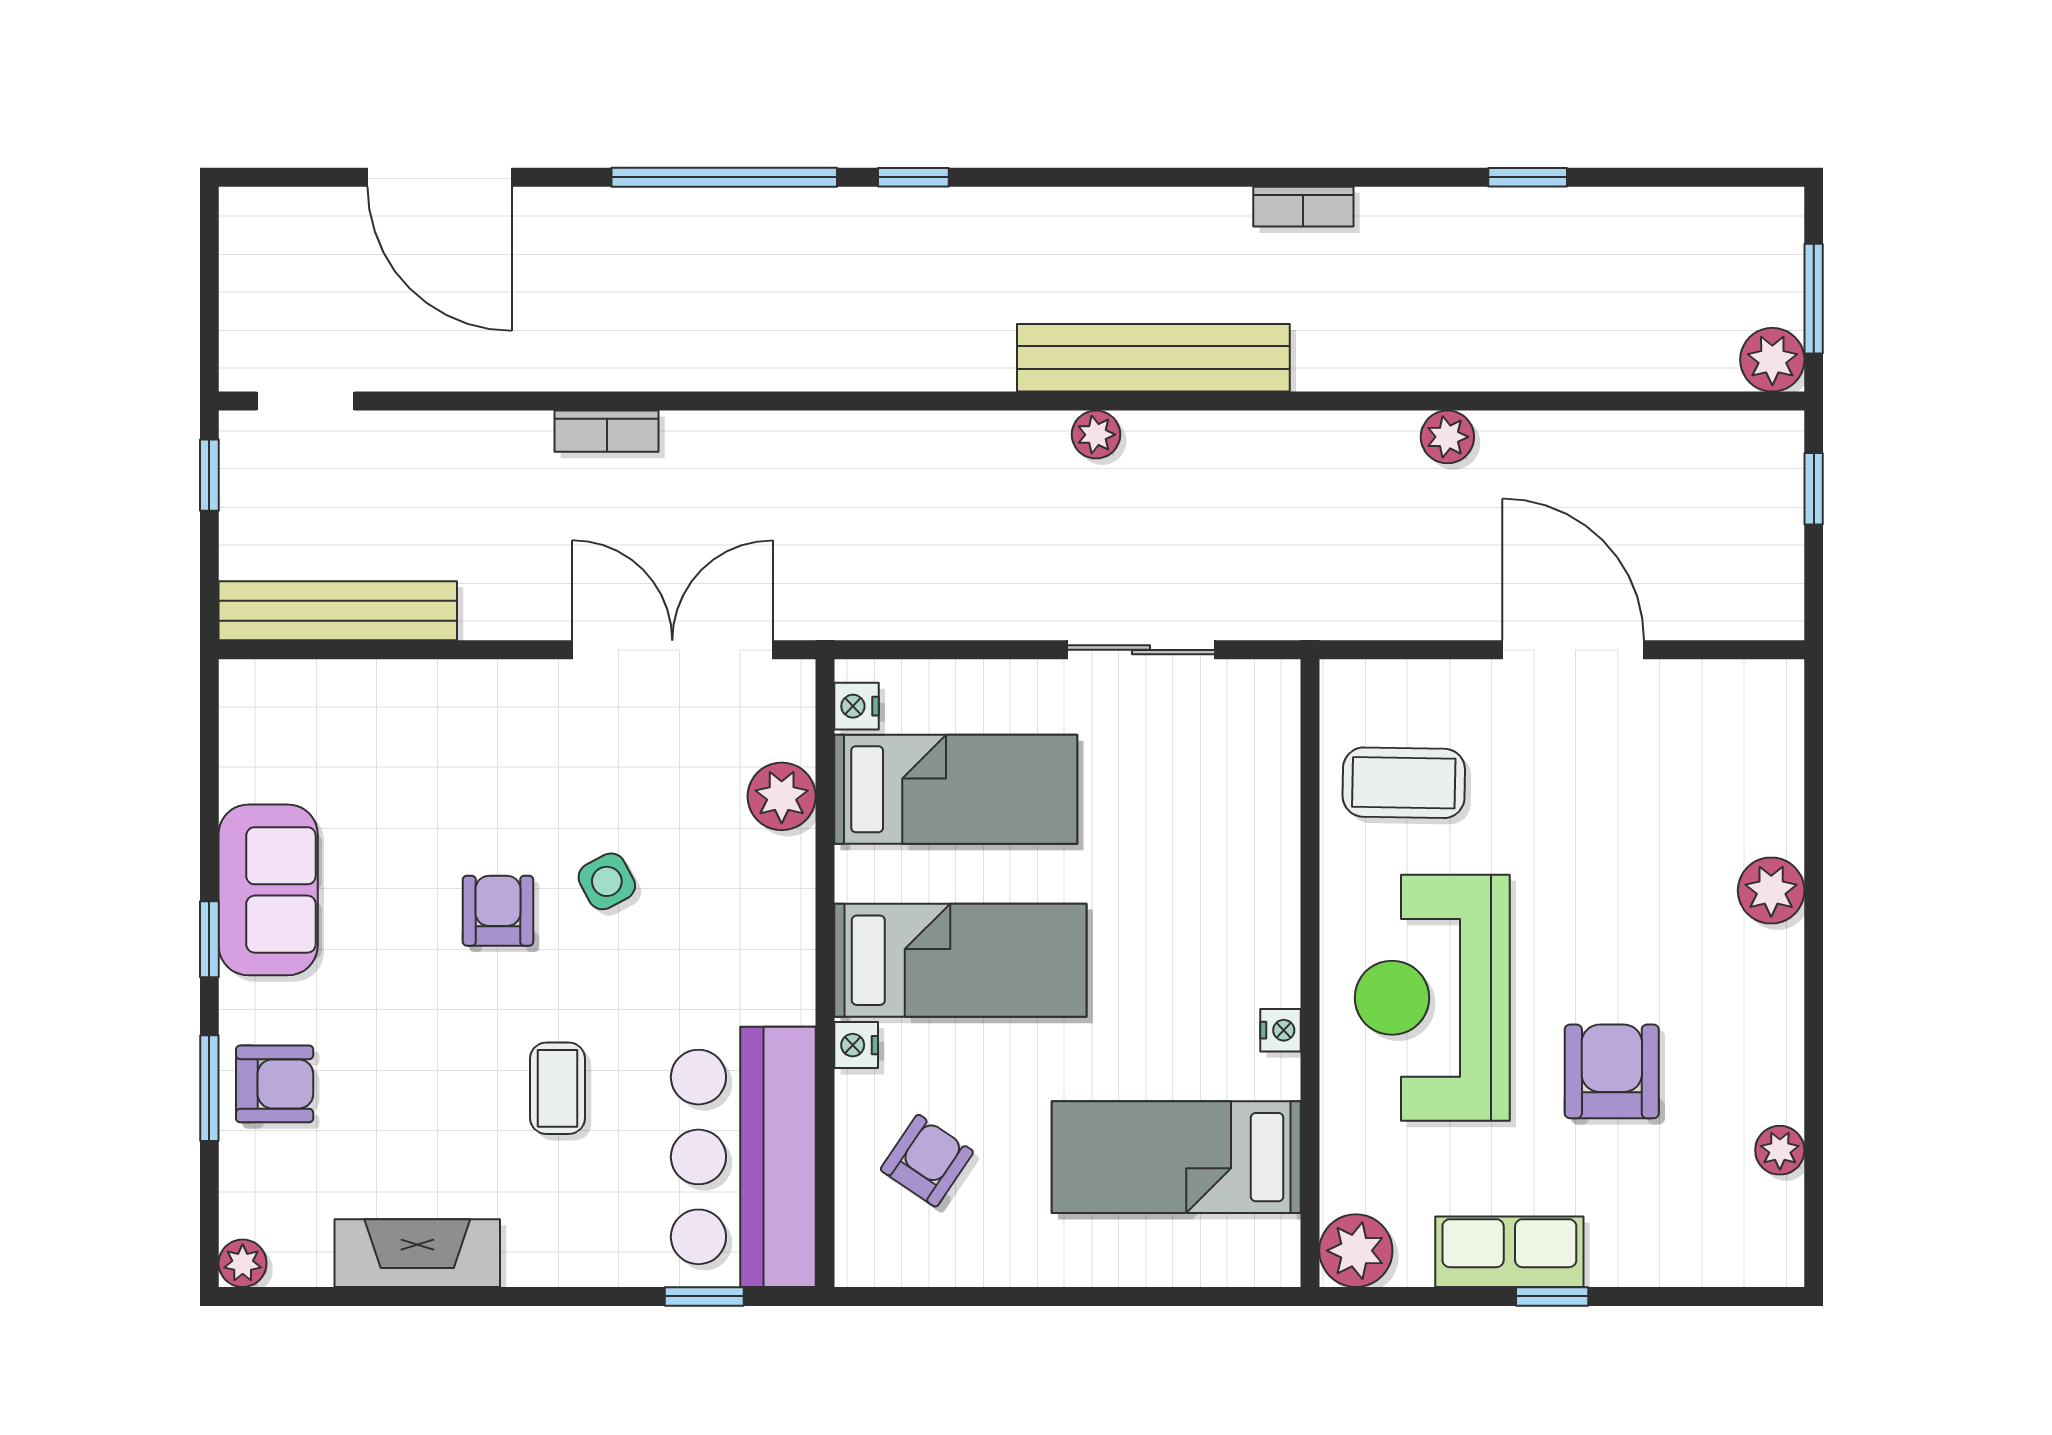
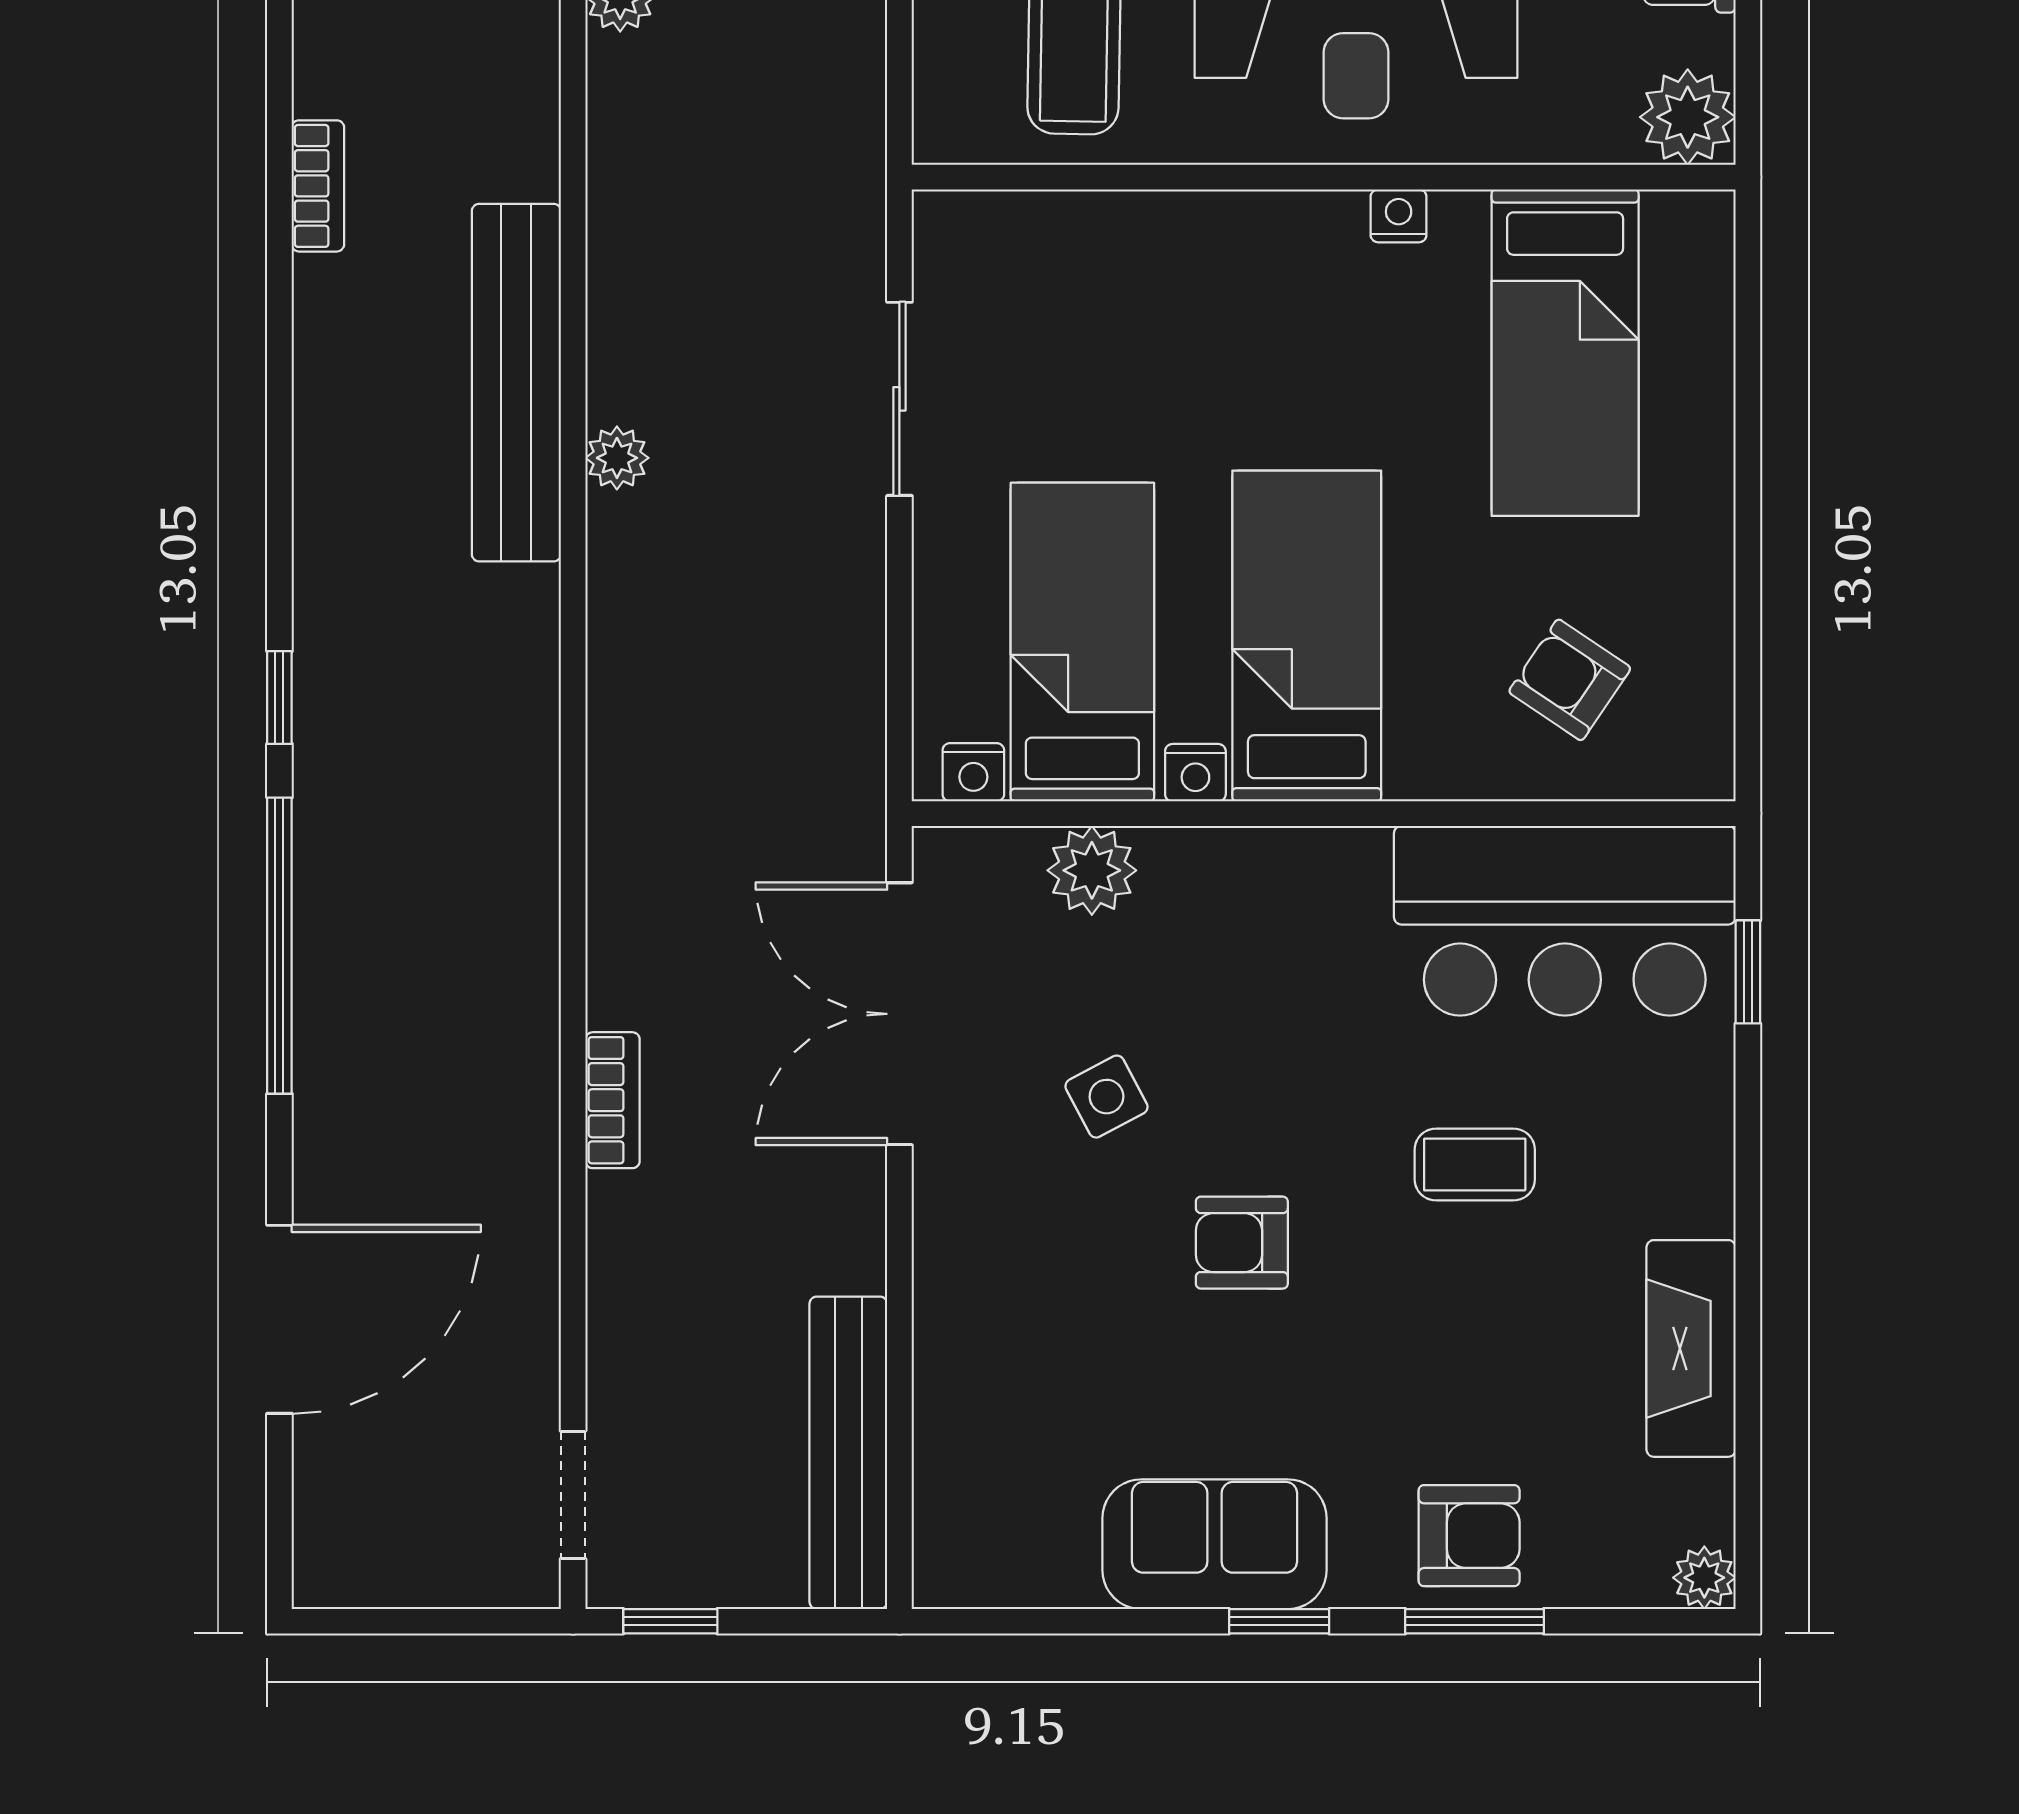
side table: (607, 881) -> (1106, 1097), moved
nightstand: (856, 1045) -> (1195, 773), moved
armchair: (275, 1084) -> (1469, 1536), turned 90

